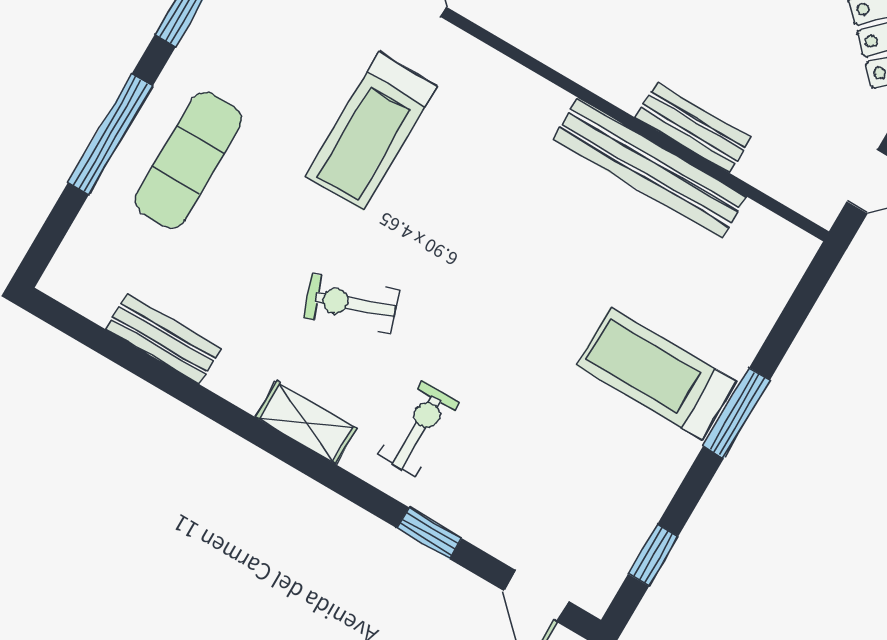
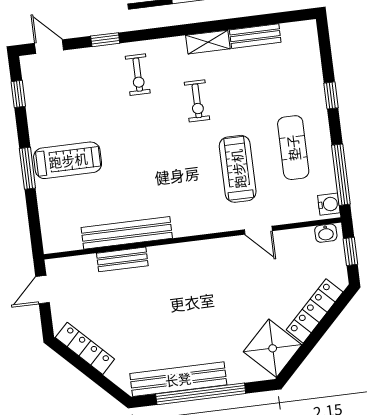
window: (110, 134) -> (331, 95), width x0.46
exercise mat: (189, 160) -> (293, 148), moved
exercise bike: (351, 304) -> (197, 101), turned 110
shelving: (306, 423) -> (208, 42), moved

